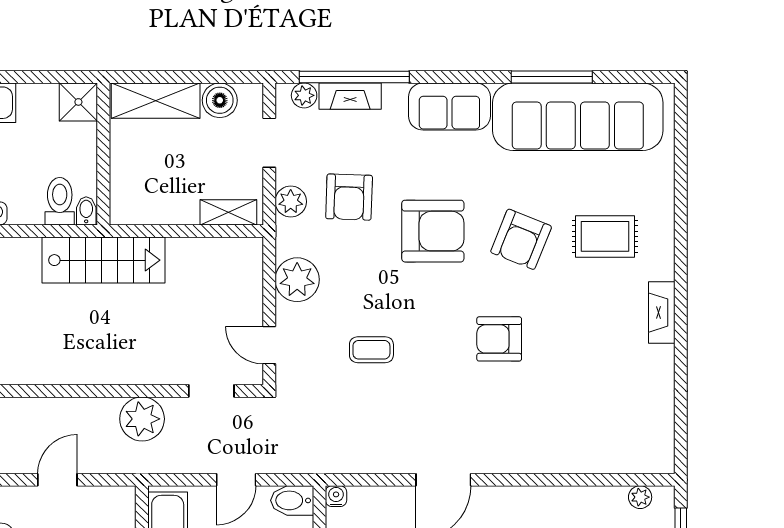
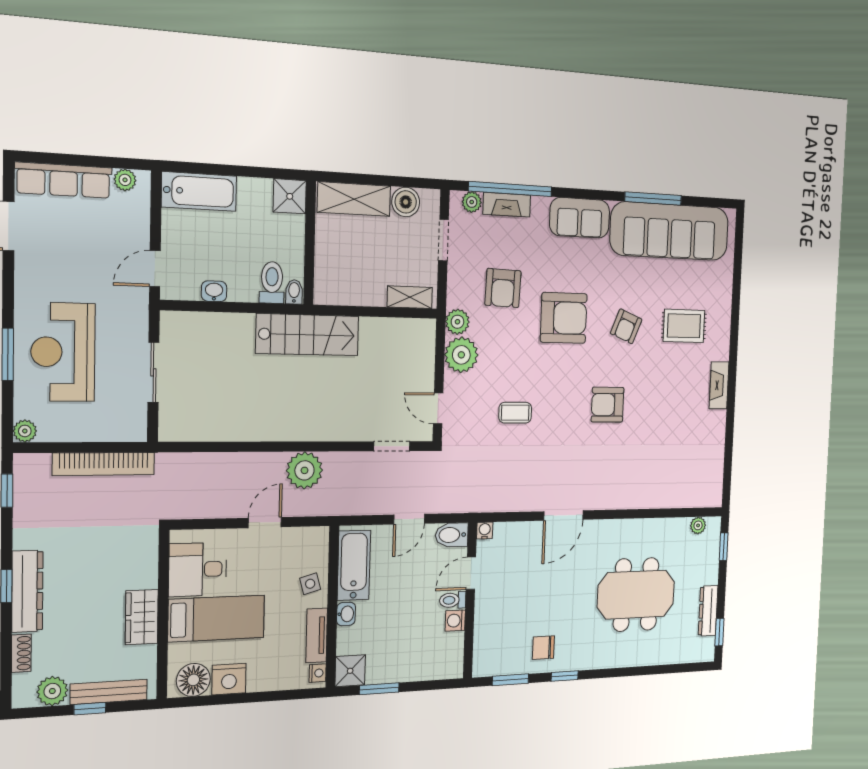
plant: (291, 202) -> (457, 322), moved
armchair: (521, 239) -> (626, 326), width x0.72, depth x0.72
plant: (142, 419) -> (305, 470), moved

